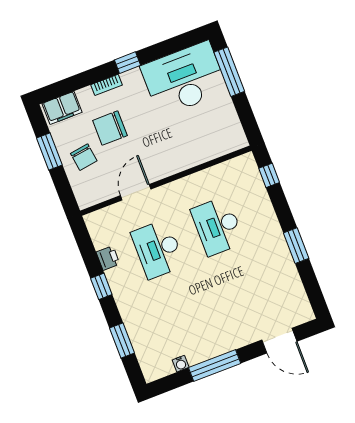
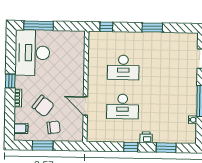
filing cabinet: (62, 108) -> (21, 128), width x0.50
chair: (110, 128) -> (43, 106), turned -53
printer: (108, 258) -> (146, 137), moved

